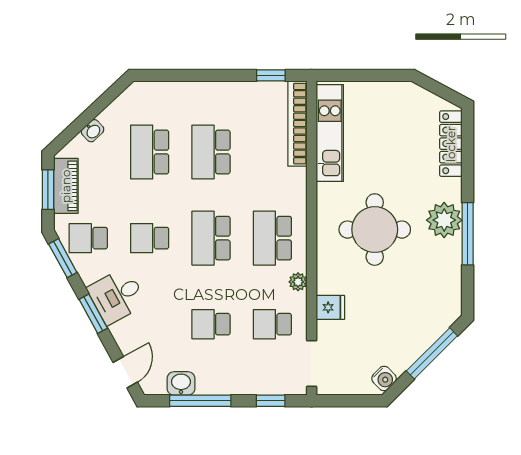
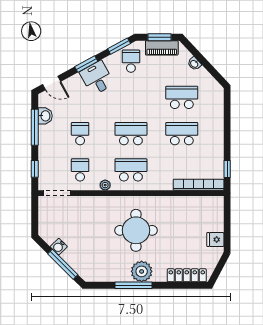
kitchen unit: (330, 133) -> (193, 204), removed
school desk: (150, 238) -> (131, 97), removed
fridge: (330, 307) -> (215, 240), moved, turned 90
water cooler: (384, 379) -> (59, 247), moved

